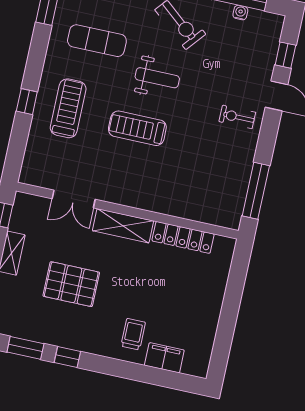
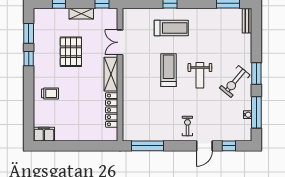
exercise mat: (97, 41) -> (214, 36), removed
filing cabinet: (164, 358) -> (44, 134), moved, turned -90

